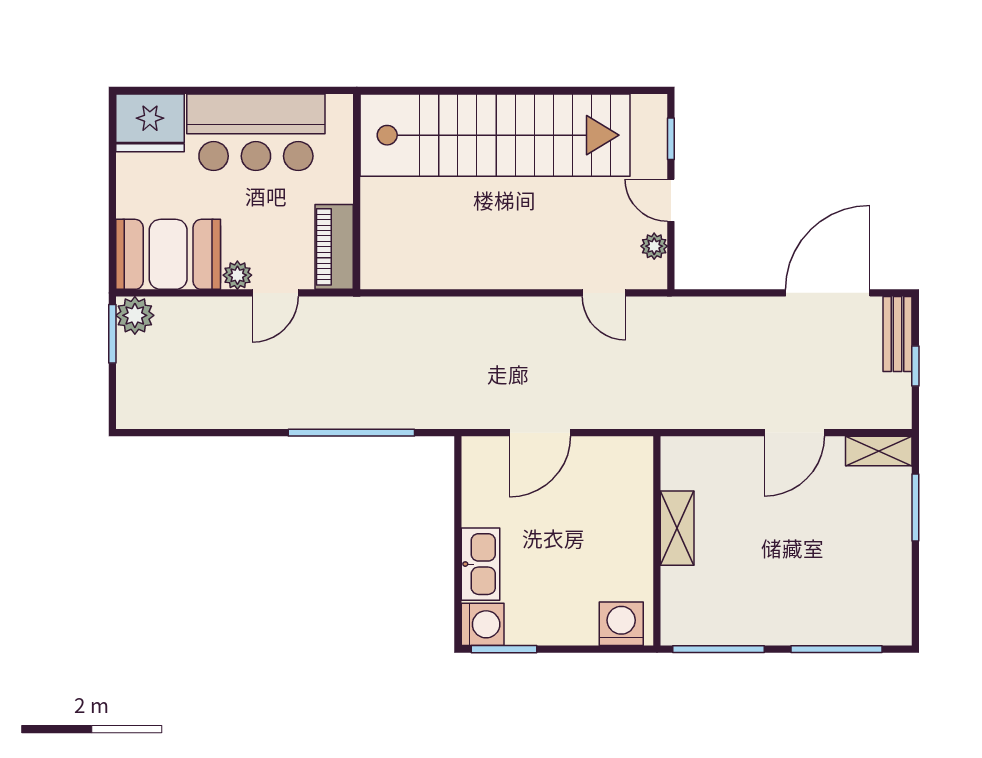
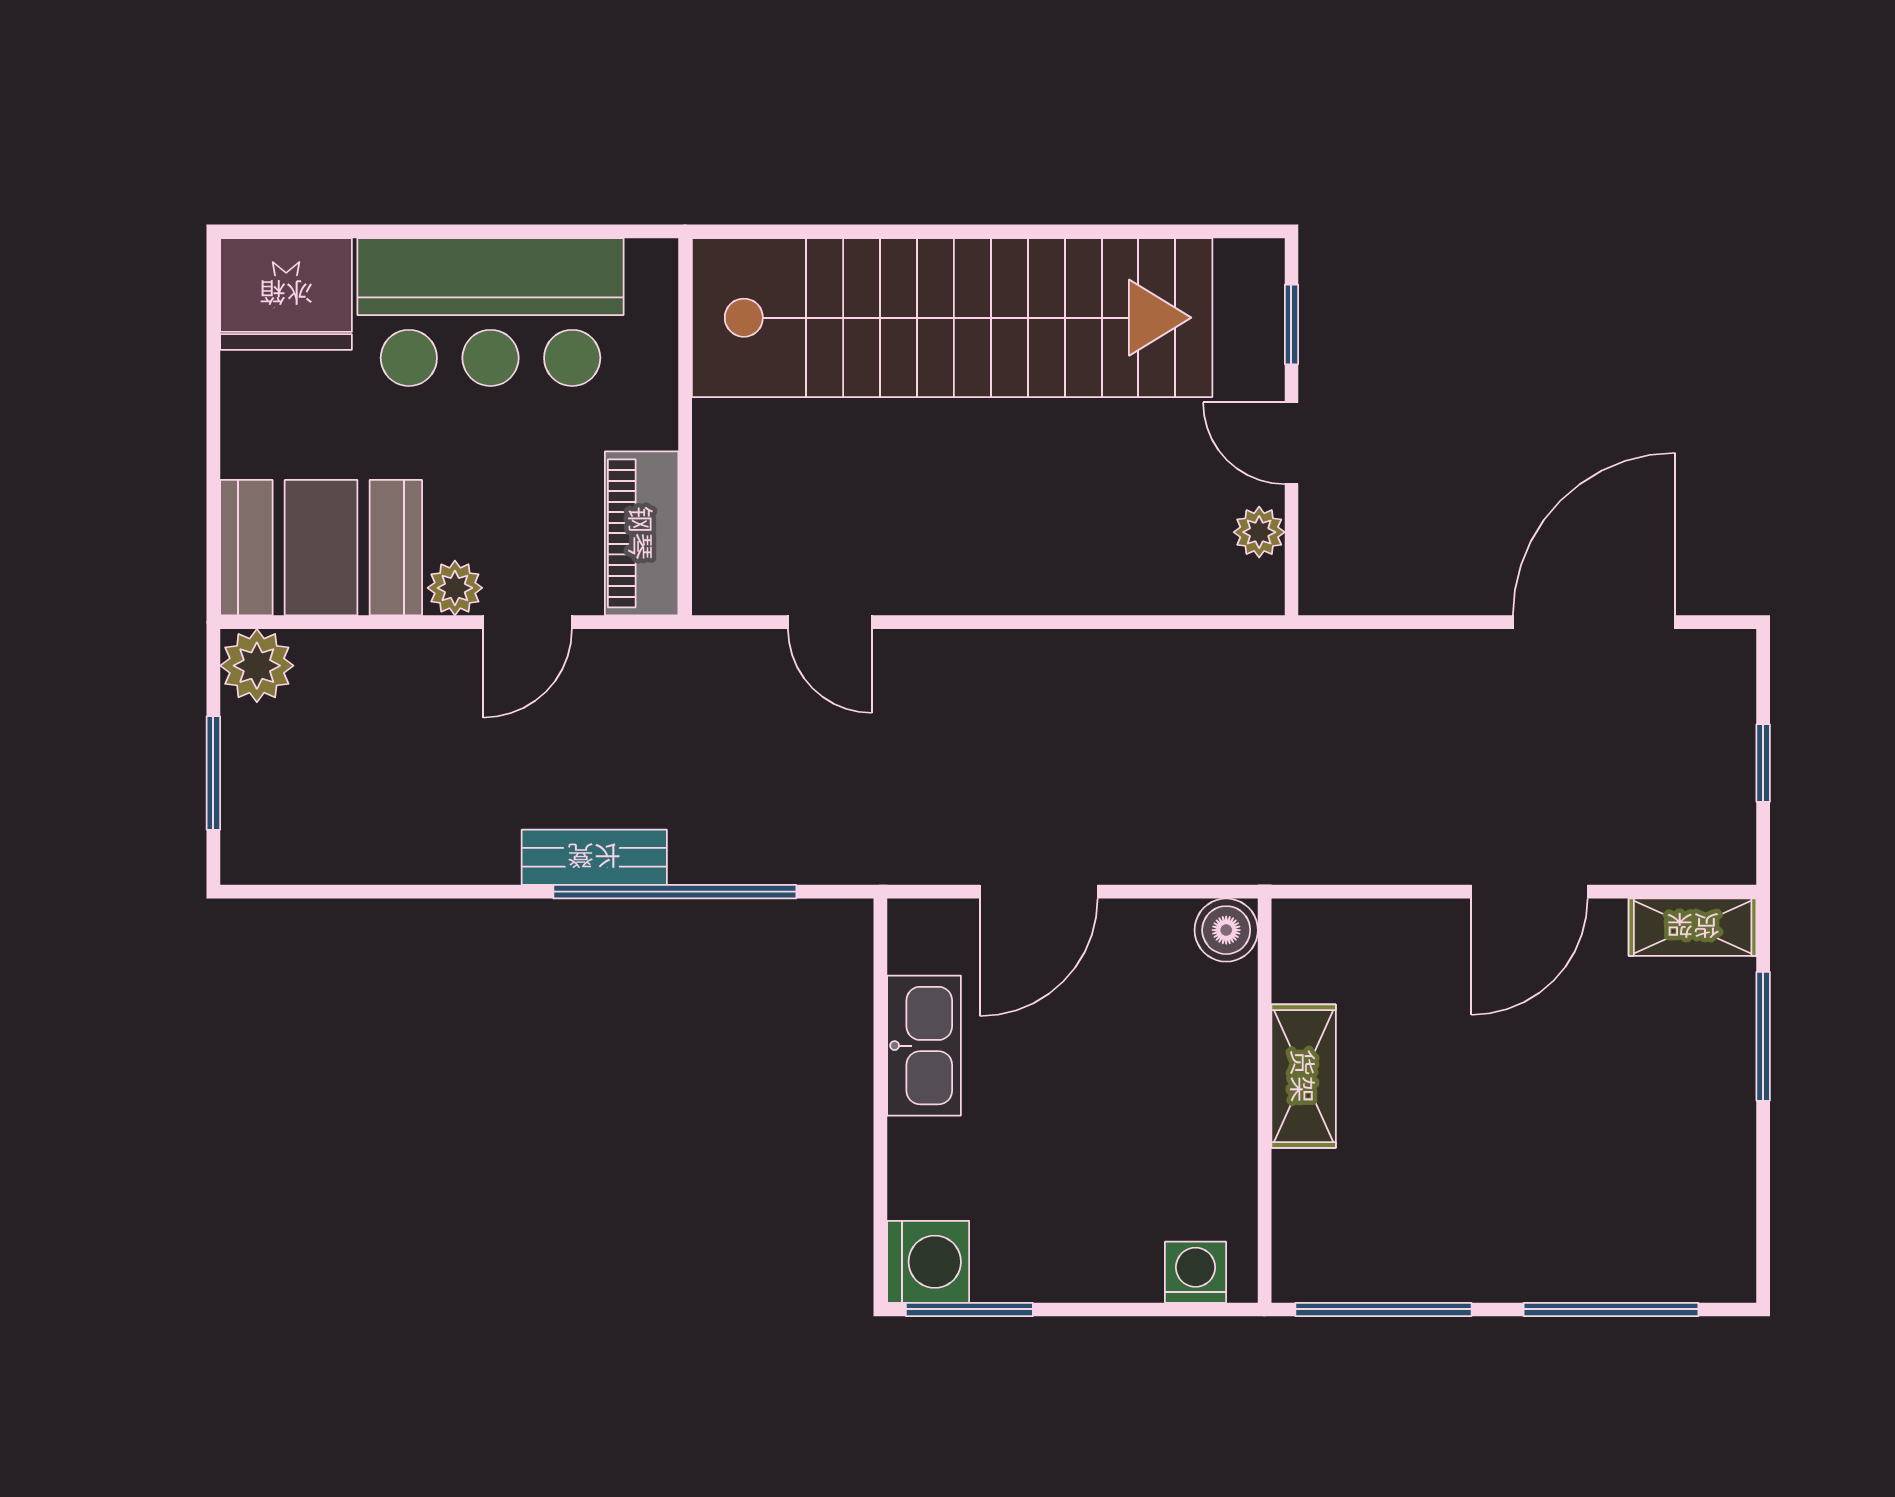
door: (604, 293) -> (830, 622), moved
window: (112, 334) -> (213, 773), moved
bench: (897, 334) -> (594, 857), moved, turned 90
boiler: (637, 452) -> (1226, 930), added
kitchen sink: (481, 564) -> (924, 1046), moved
washing machine: (621, 624) -> (1195, 1272), width x0.73, depth x0.73

